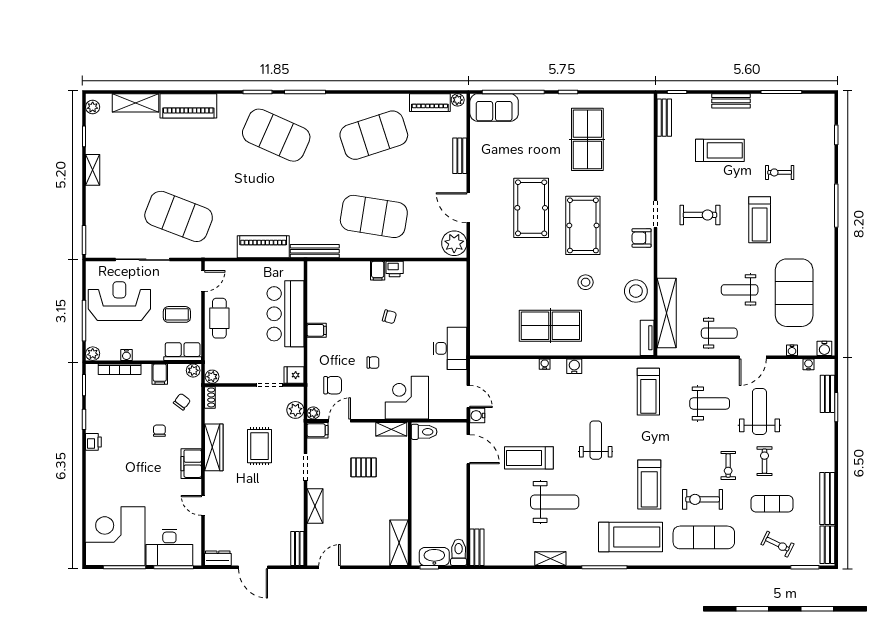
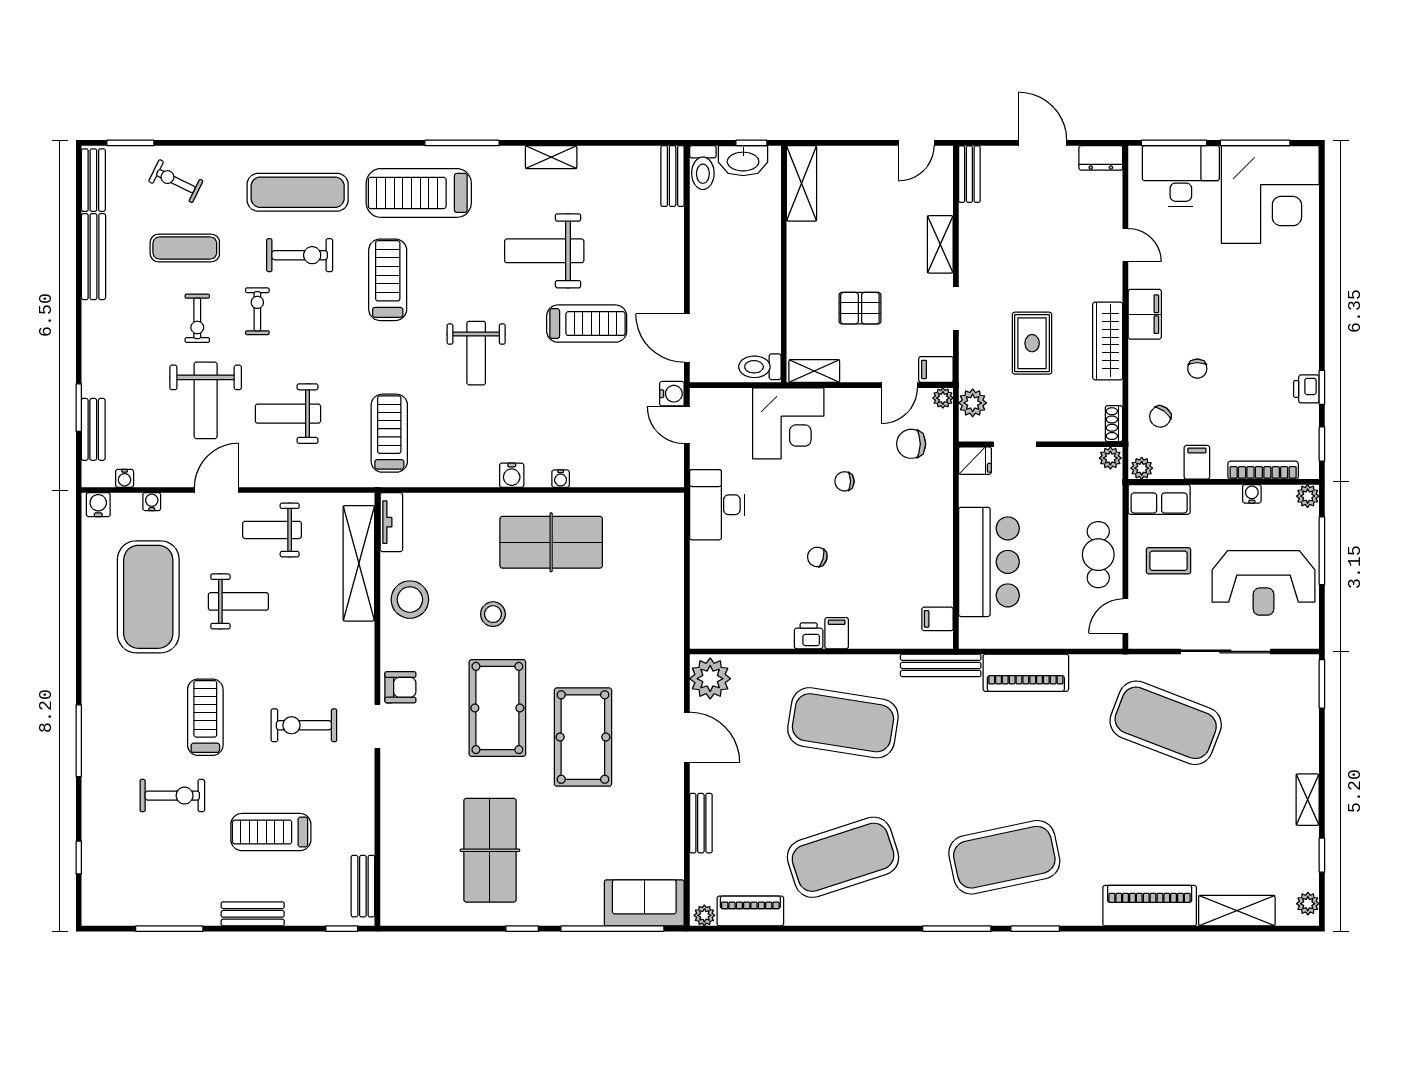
exercise mat: (276, 135) -> (1004, 857), turned -36
exercise bike: (780, 172) -> (172, 796), width x1.38, depth x1.39
filing cabinet: (317, 330) -> (938, 619), moved
printer: (93, 442) -> (1306, 389), moved

